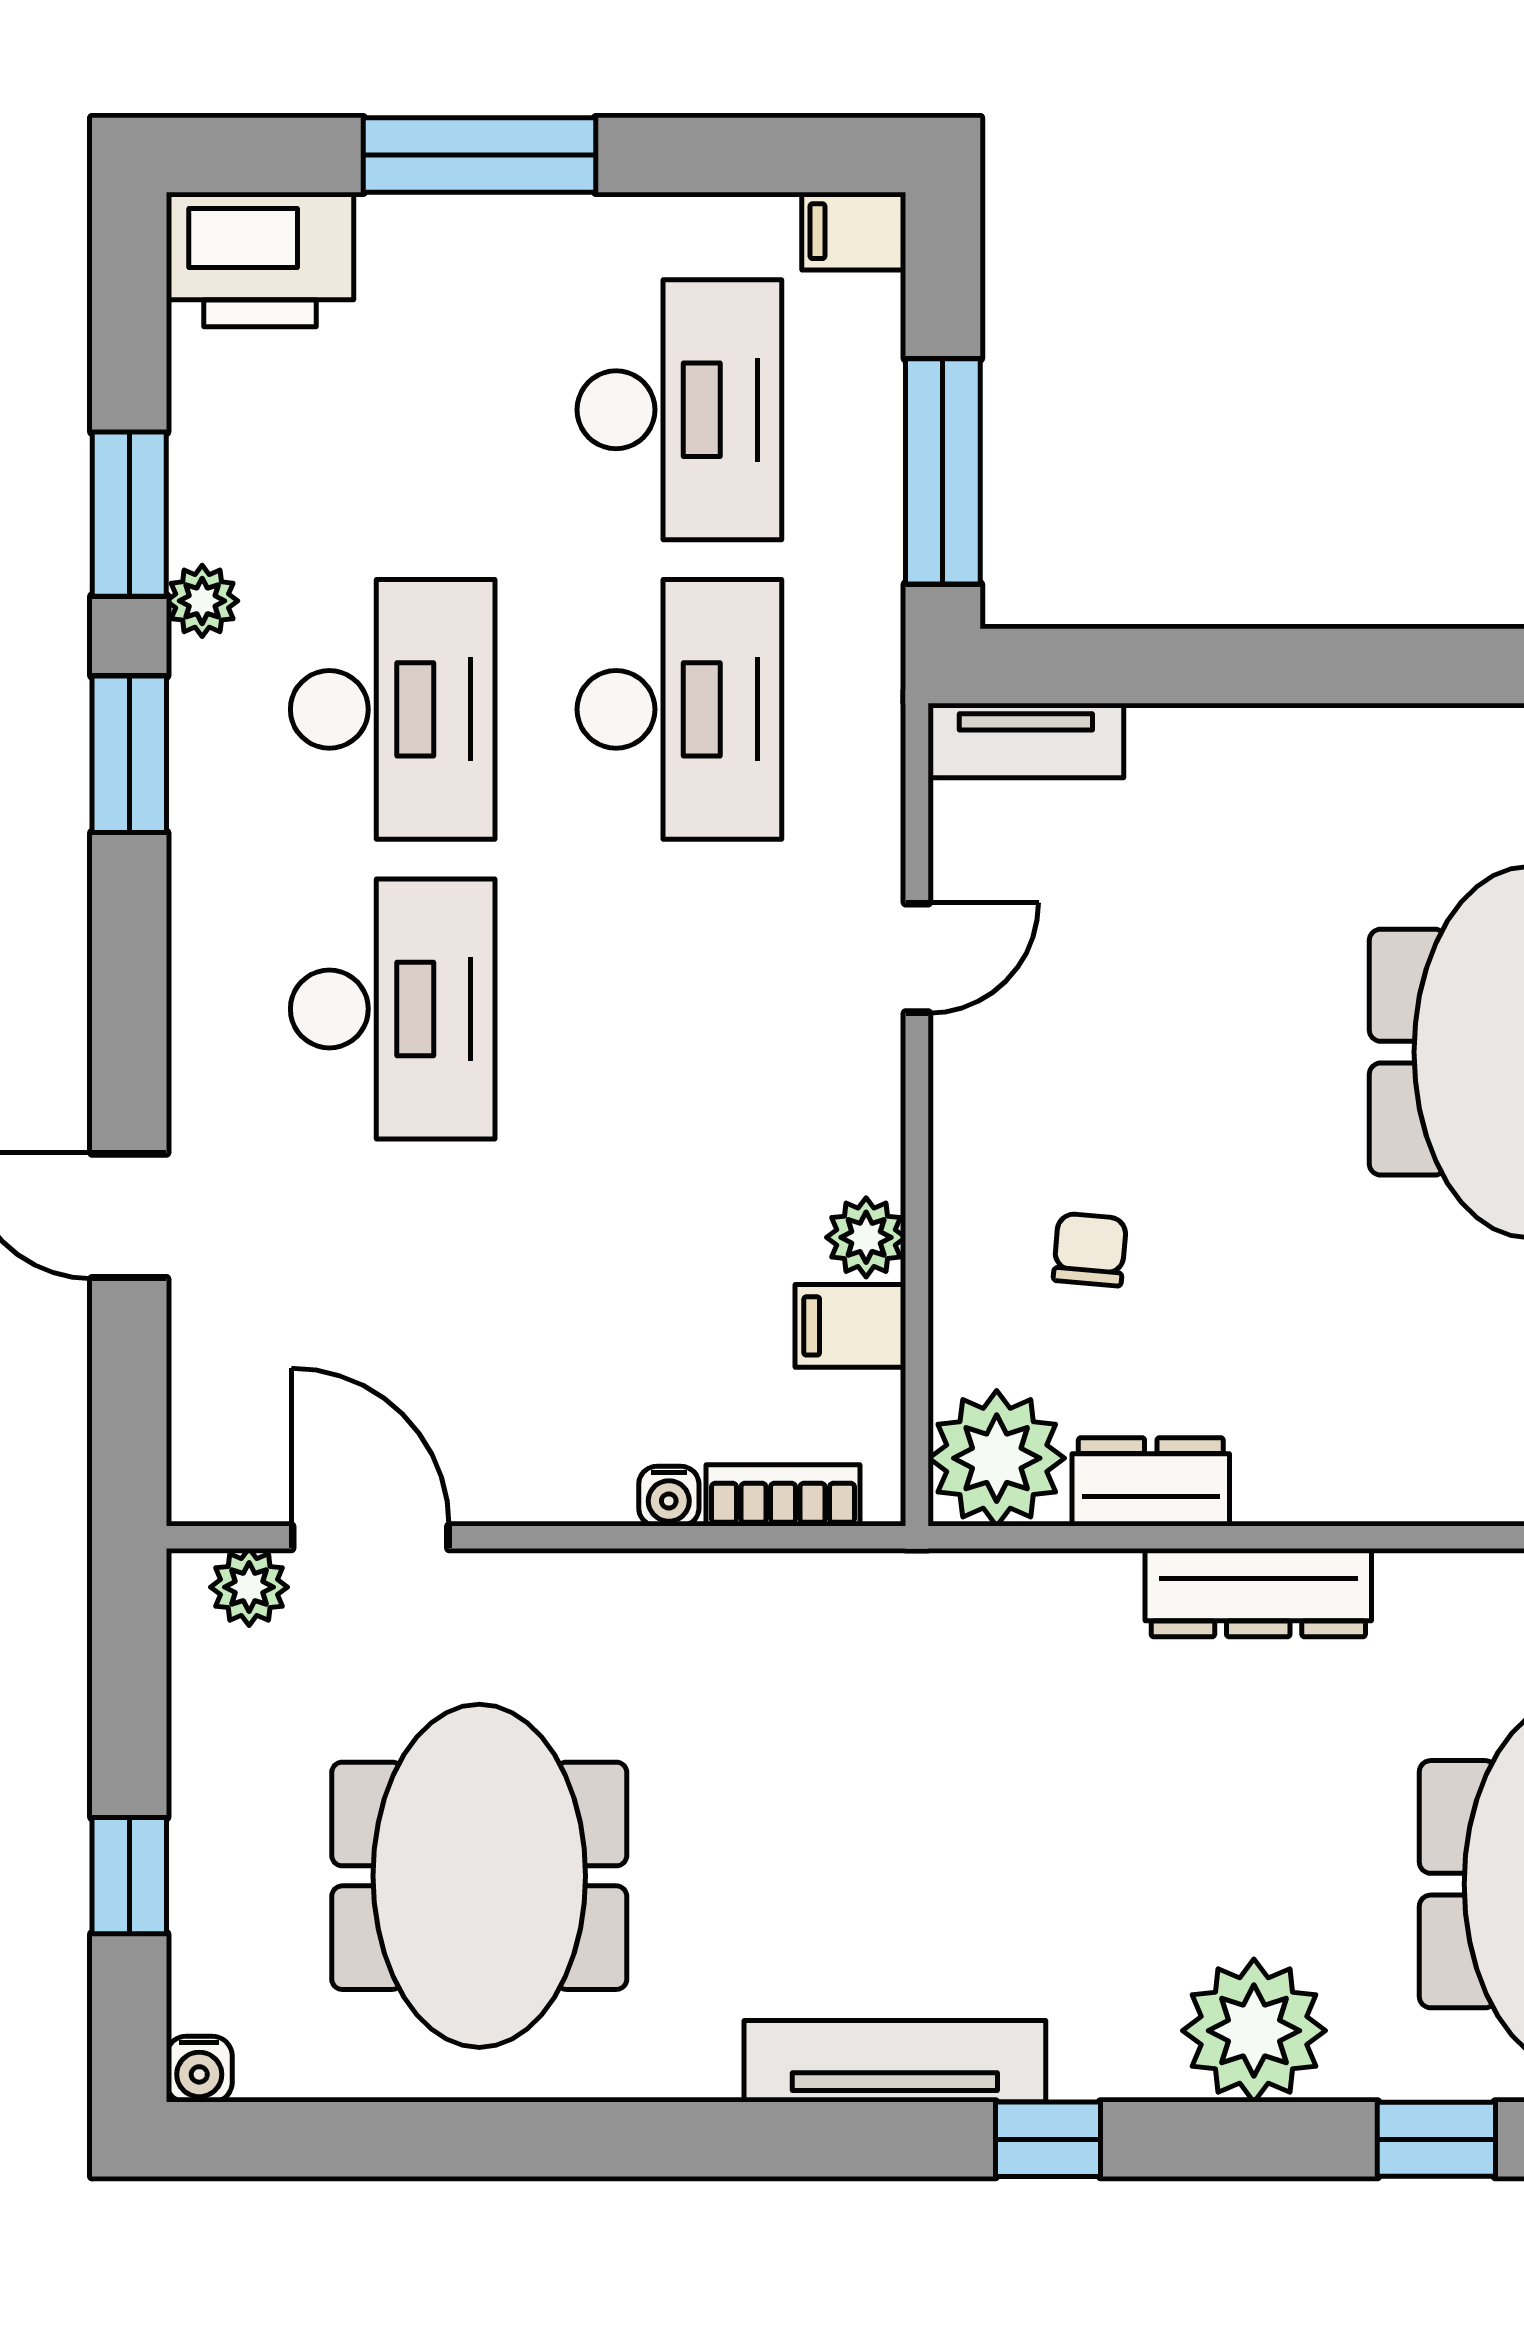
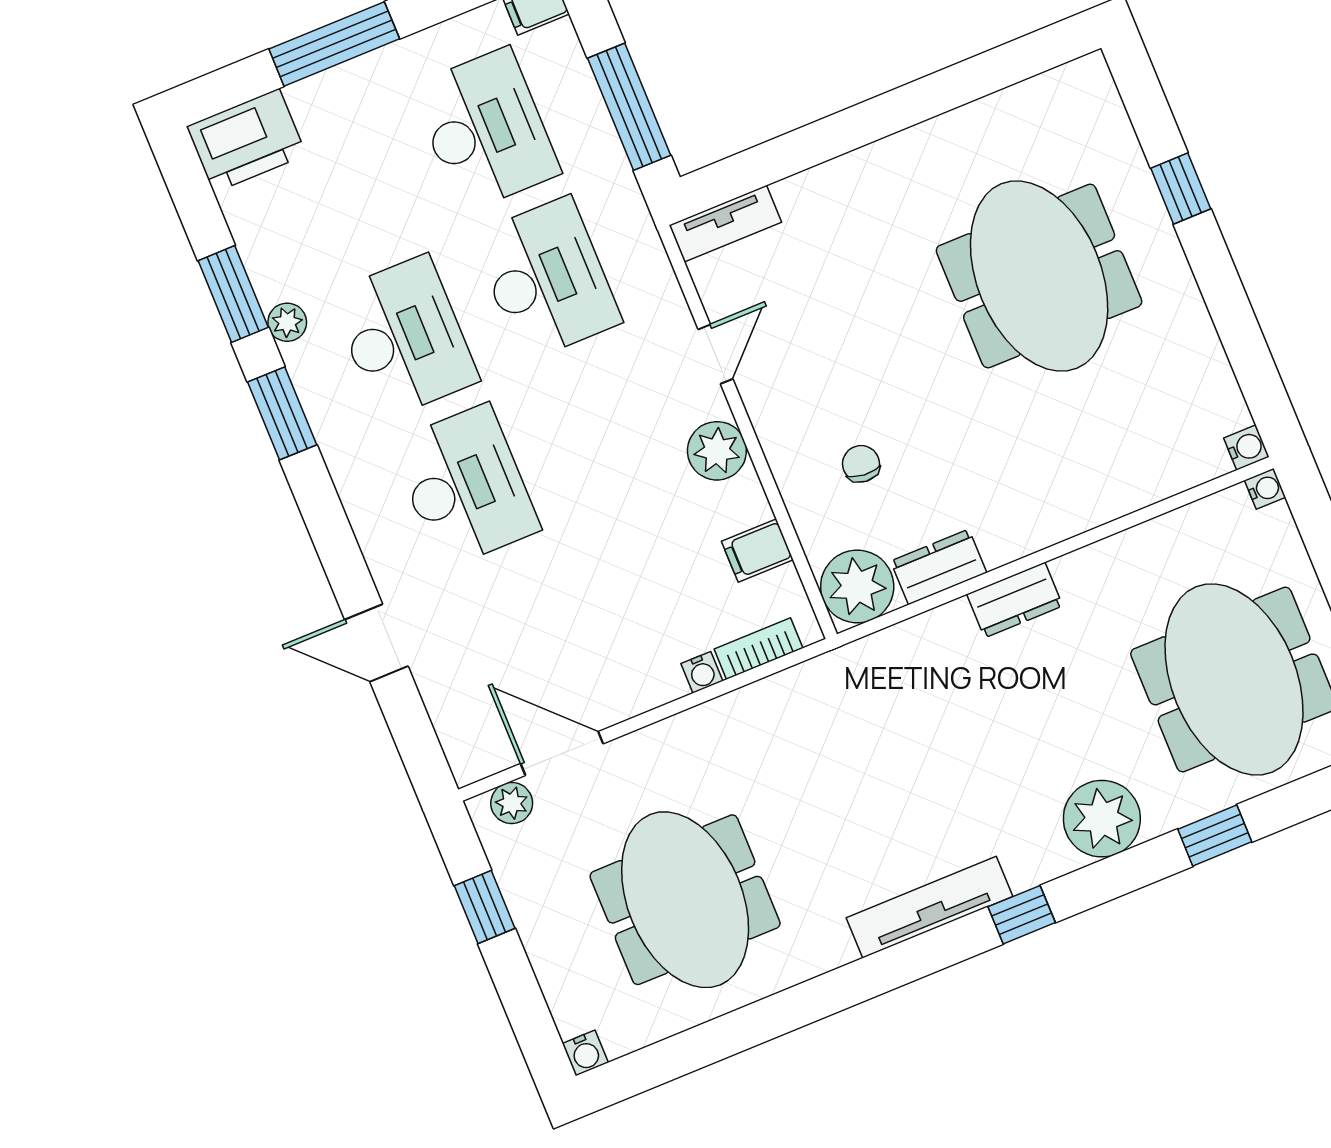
plant: (866, 1237) -> (717, 451), moved, width x1.38, depth x1.38
dresser: (1258, 1593) -> (1015, 600), width x0.70
window: (129, 1876) -> (485, 907), moved

